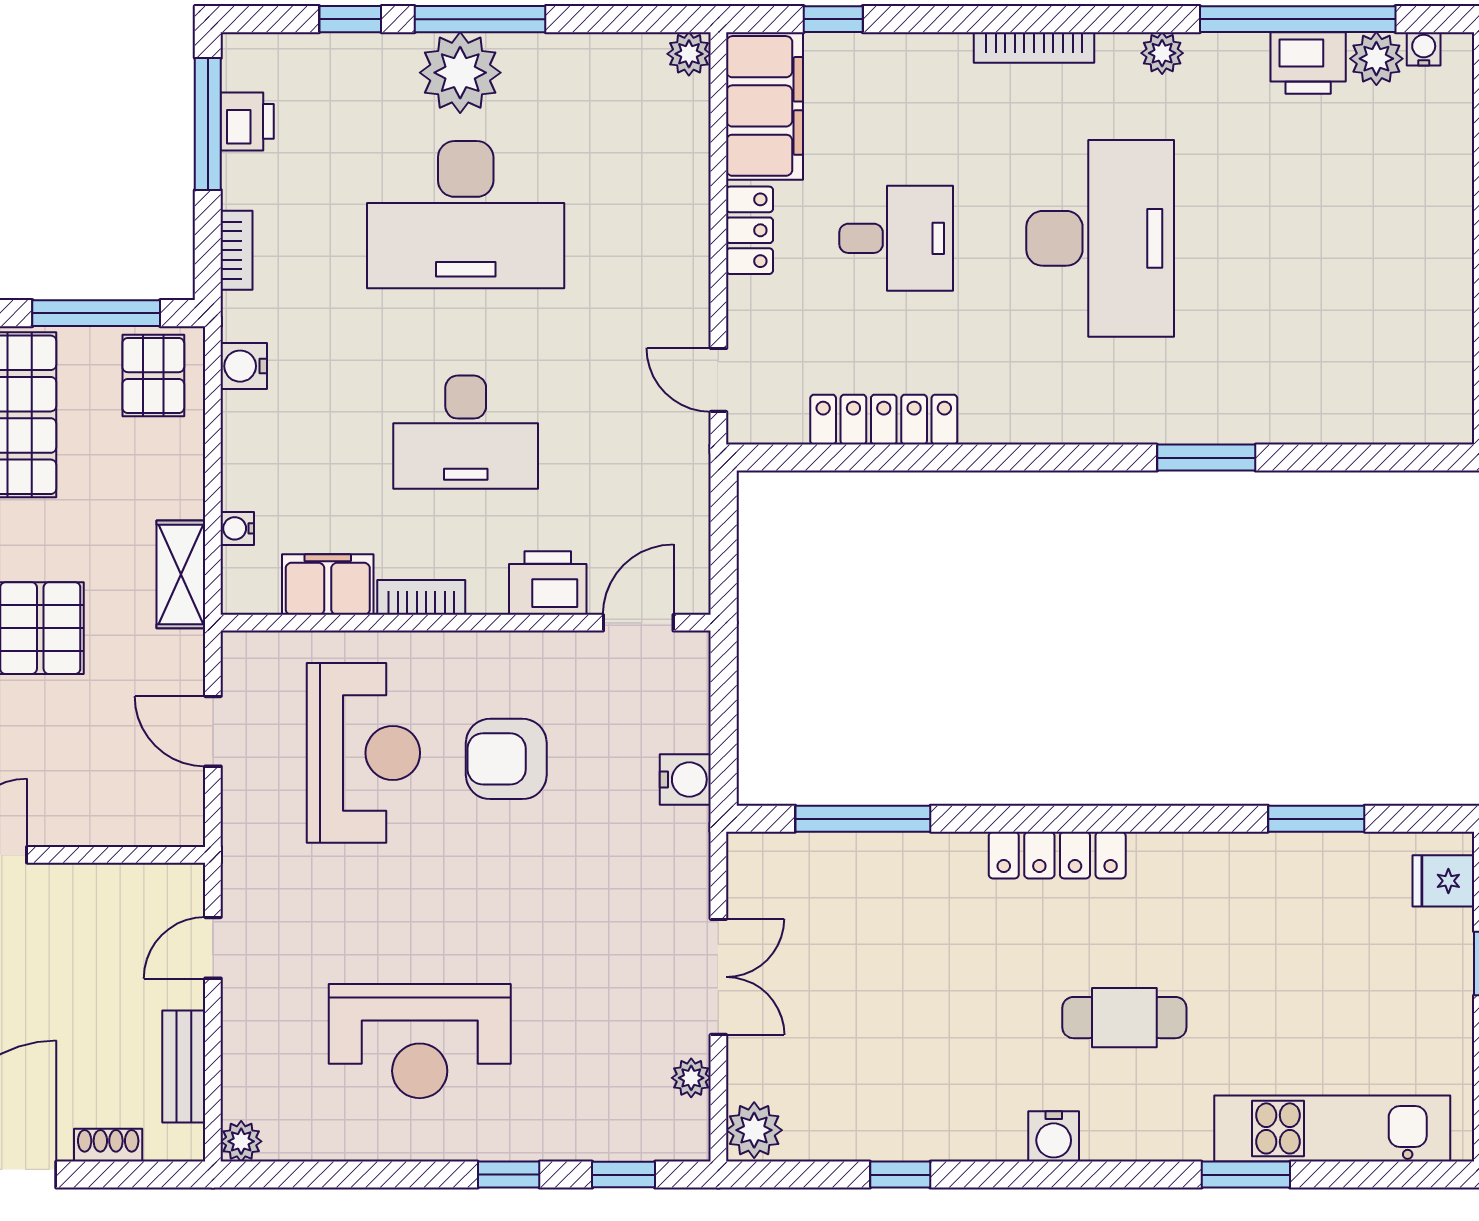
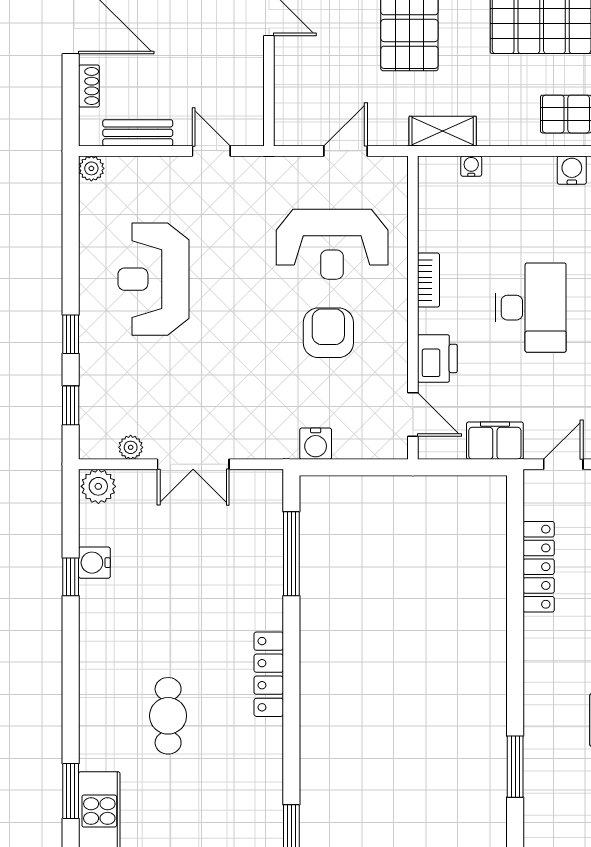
desk: (466, 432) -> (531, 308), turned 180
filing cabinet: (328, 585) -> (495, 441), moved, turned -90
water cooler: (1054, 1136) -> (94, 563), moved

